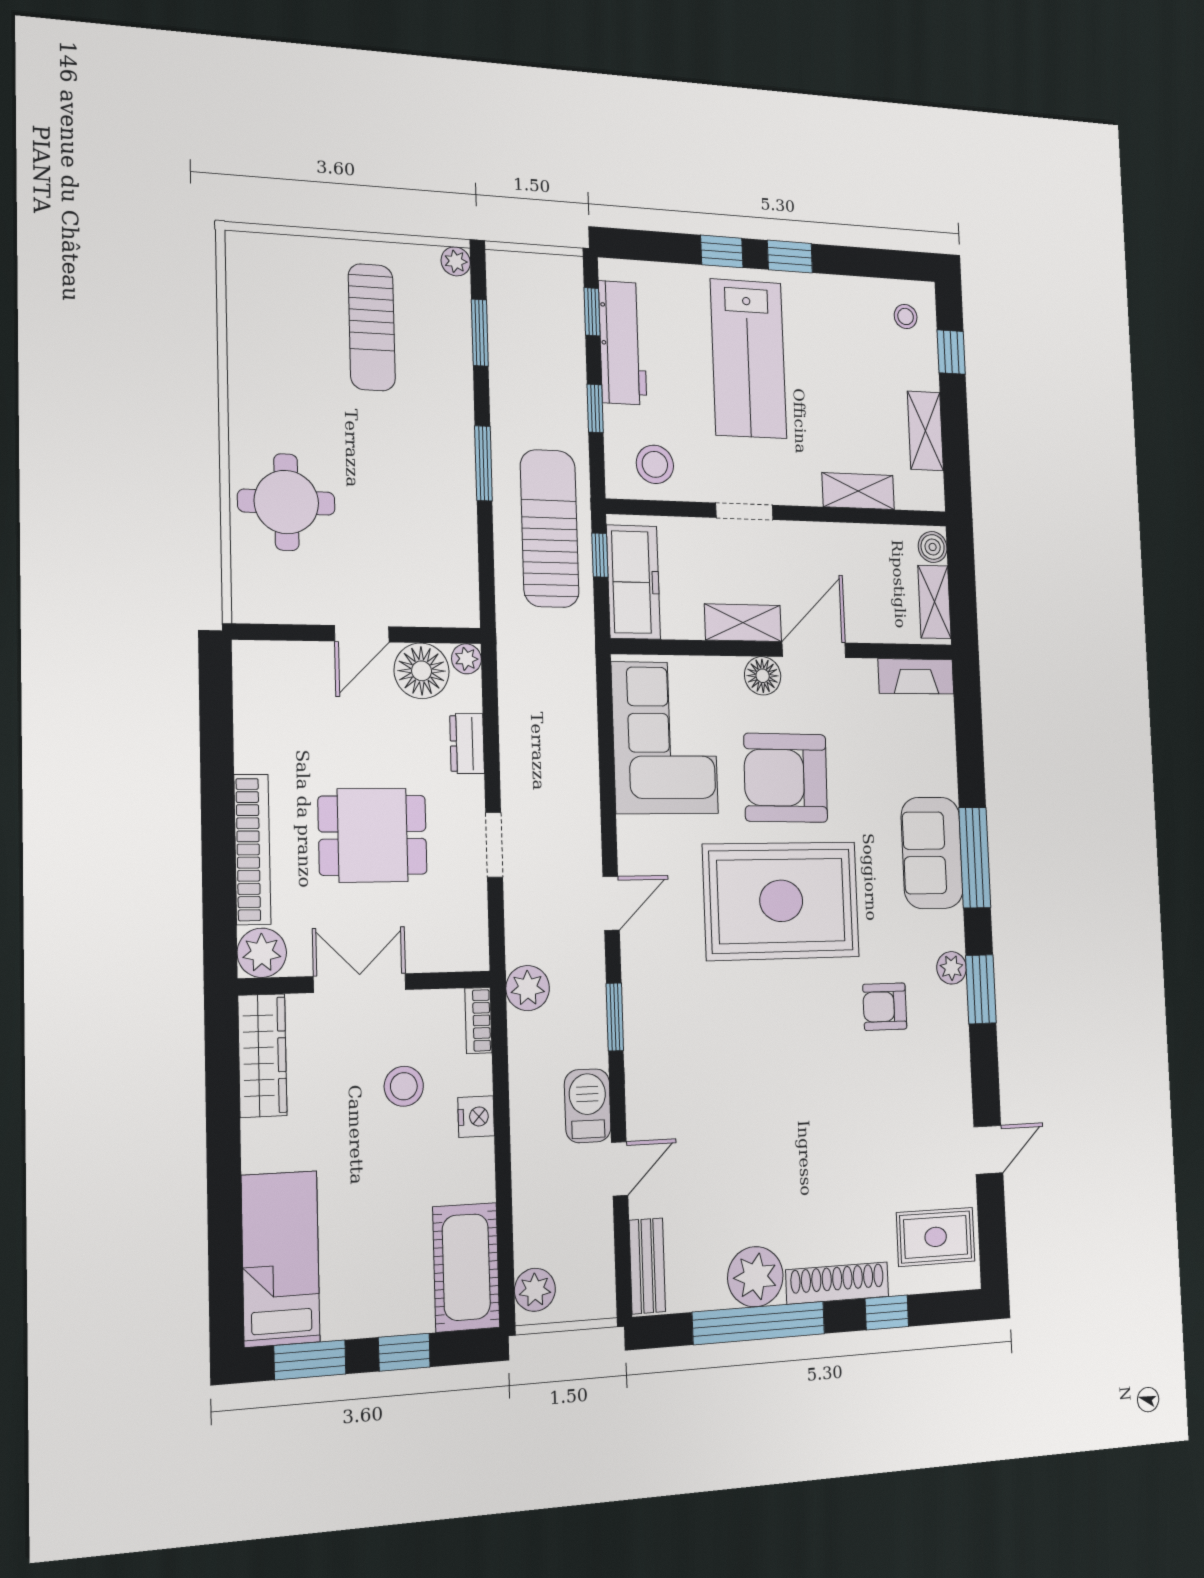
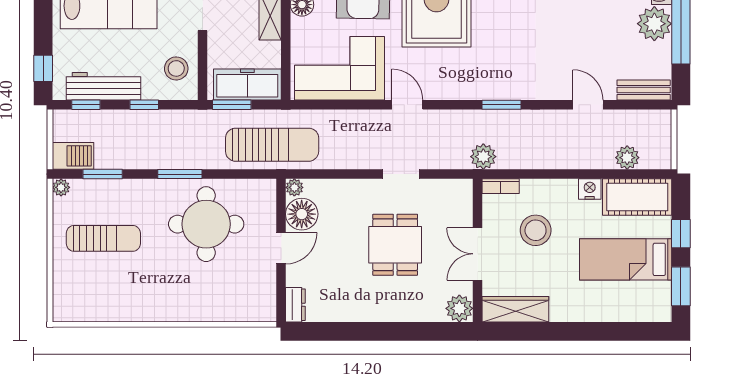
window: (722, 251) -> (43, 68), moved
round table: (286, 502) -> (206, 224), moved, width x1.36, depth x1.36
sun lounger: (550, 528) -> (272, 145), moved, turned 180
window: (600, 555) -> (232, 105), width x1.50
door: (362, 634) -> (281, 248), hinge flipped
dresser: (467, 744) -> (295, 305), moved, turned -90
bookcase: (252, 849) -> (402, 313), removed
door: (611, 903) -> (407, 105), moved
stool: (404, 1086) -> (536, 230), width x1.38, depth x1.38
barbecue: (588, 1106) -> (73, 156), moved, turned 180
nightstand: (476, 1117) -> (590, 189), moved
bed: (281, 1259) -> (626, 259), moved
plant: (535, 1290) -> (627, 158), moved

